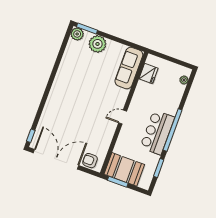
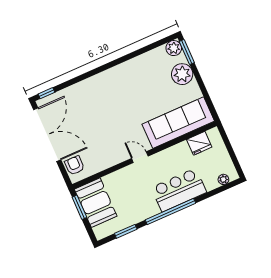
sofa: (129, 68) -> (178, 123), width x1.36, depth x1.27
bar counter: (157, 132) -> (179, 190), moved

